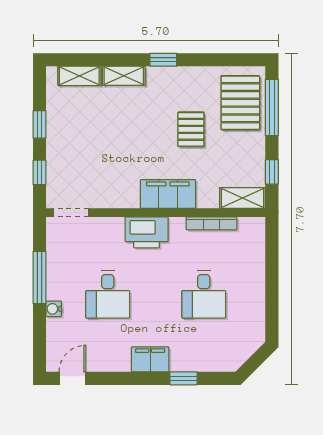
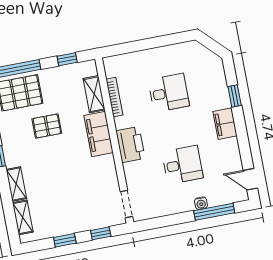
shelving: (242, 198) -> (94, 94), moved
window: (39, 278) -> (214, 212), moved

